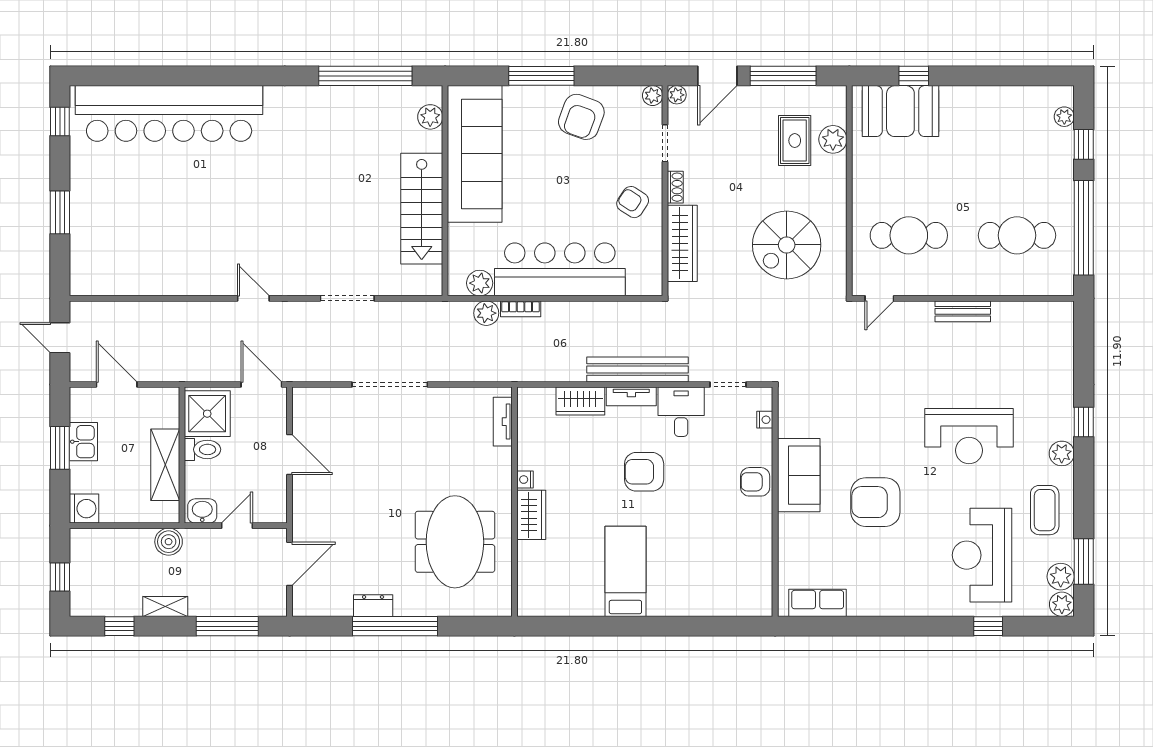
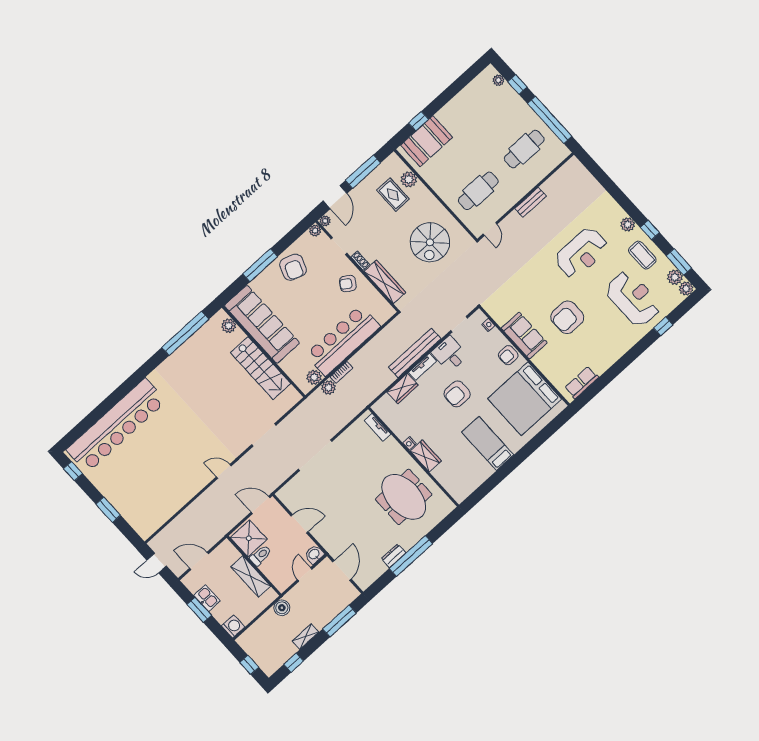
window: (1084, 422) -> (650, 230), moved
washbasin: (202, 511) -> (314, 554), moved
reception desk: (982, 555) -> (633, 299), turned 180
bed: (725, 557) -> (525, 399), added

